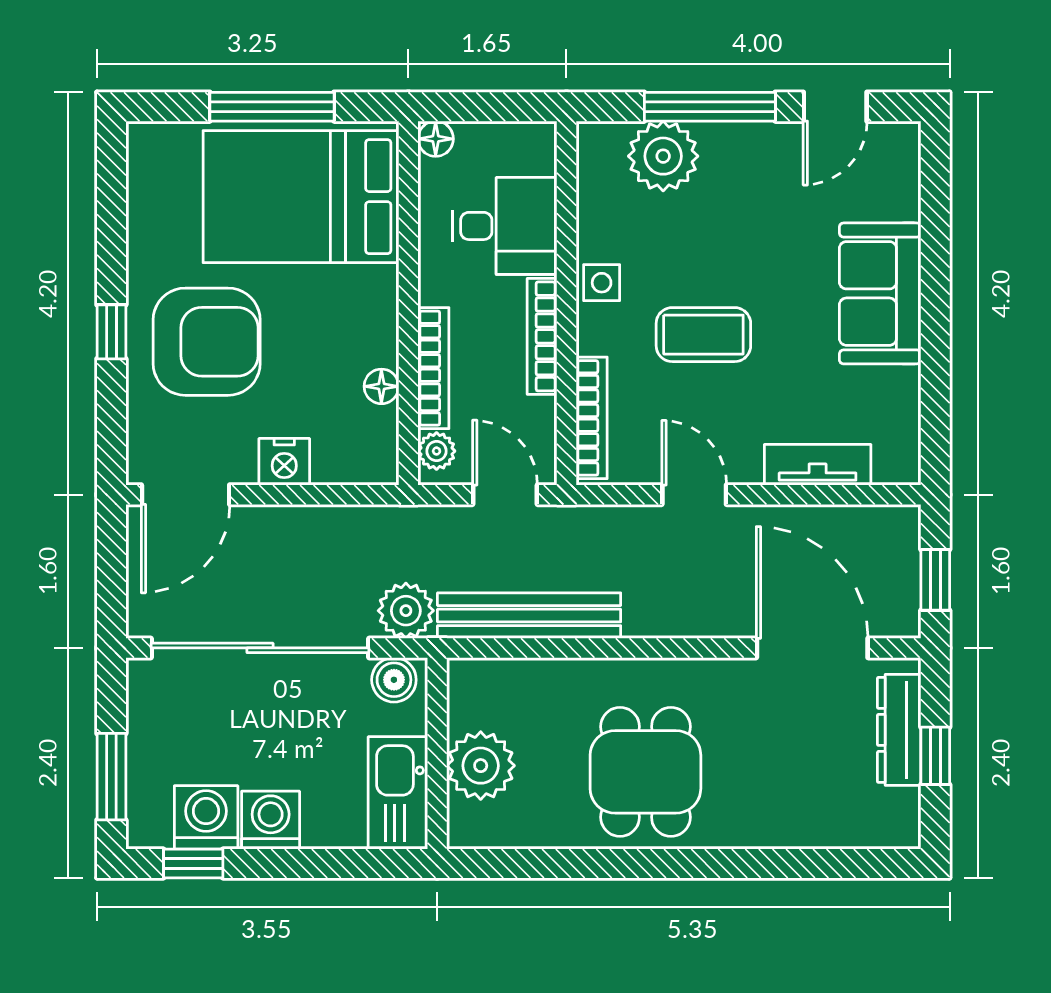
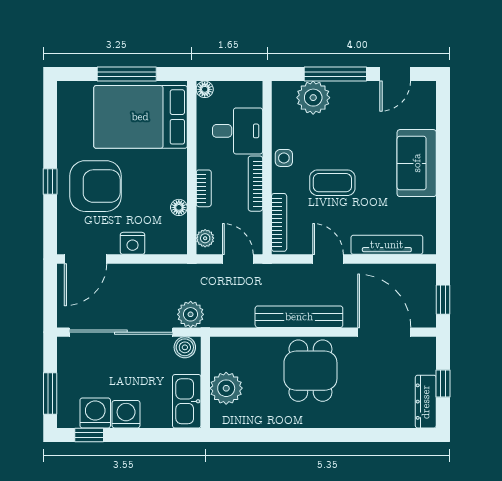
bookcase: (433, 368) -> (204, 188), width x0.64
tv unit: (818, 465) -> (387, 245), width x1.41
bench: (529, 616) -> (299, 317), moved
dresser: (899, 730) -> (426, 402), moved
dining table: (645, 772) -> (310, 371), moved

